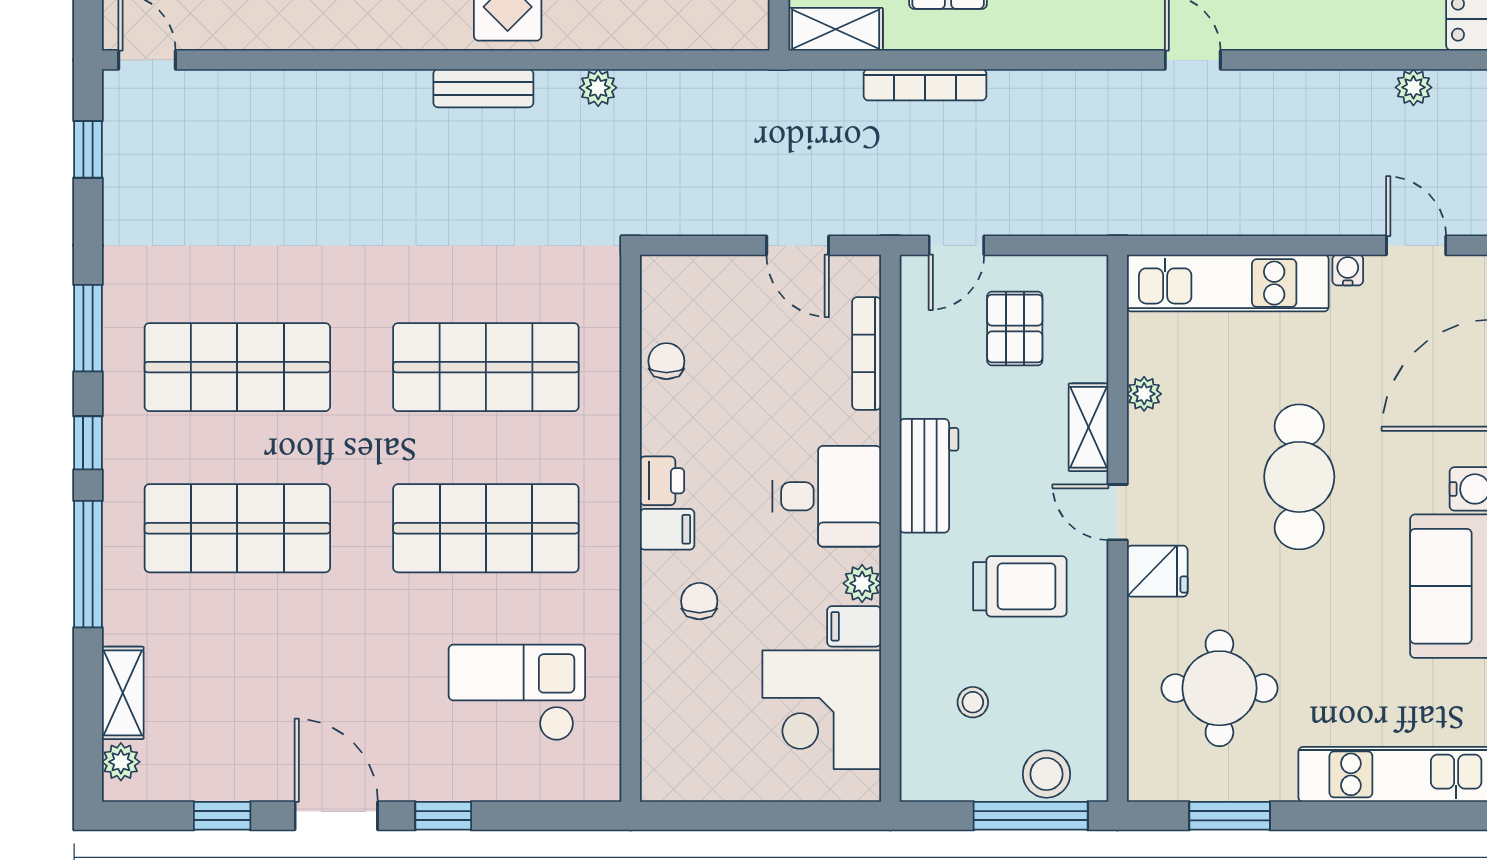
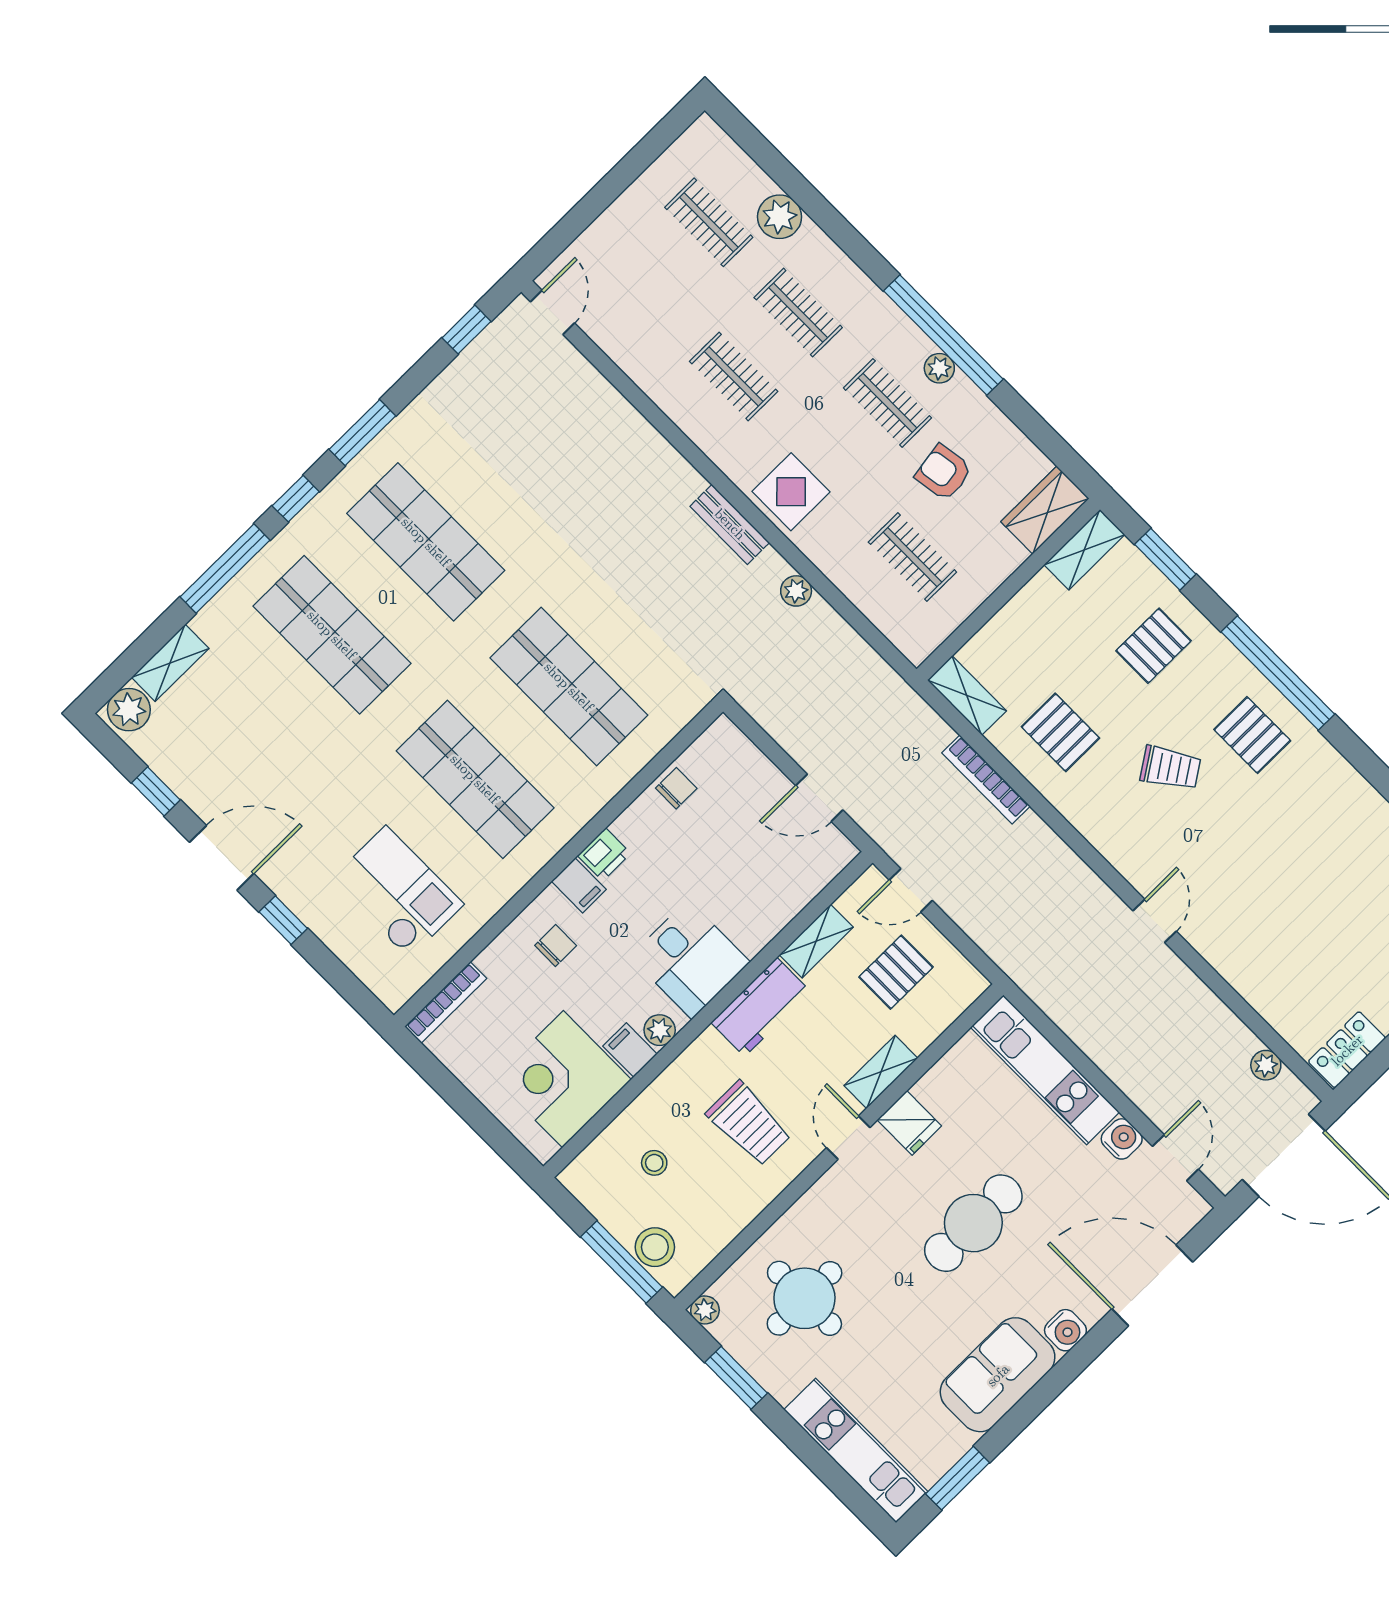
door: (798, 245) -> (819, 798), hinge flipped
water cooler: (1348, 270) -> (1122, 1139), width x1.38, depth x1.38
bookcase: (867, 353) -> (446, 1002), moved, turned 180
shelving: (919, 371) -> (816, 941), added
plant: (1144, 394) -> (705, 1310), moved
fridge: (1157, 571) -> (909, 1123), moved
plant: (121, 762) -> (129, 710), width x1.38, depth x1.38
door: (336, 816) -> (222, 858), hinge flipped

